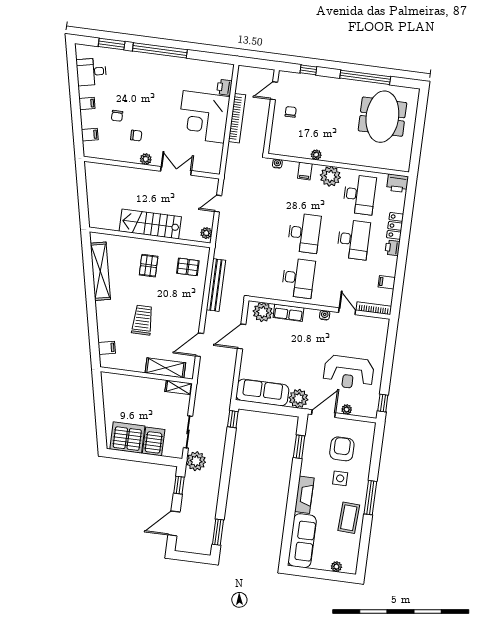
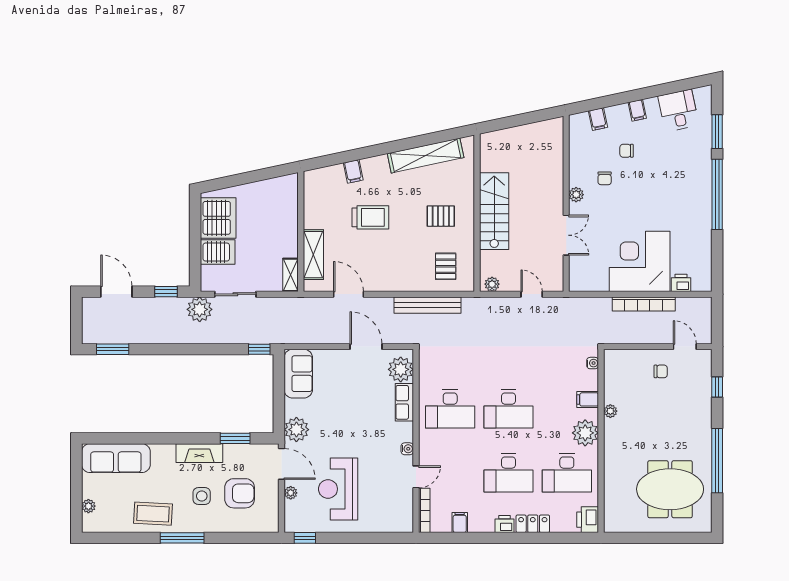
filing cabinet: (107, 348) -> (353, 171), moved
sofa: (262, 392) -> (298, 374), width x0.73
fireplace: (304, 495) -> (199, 453), moved

